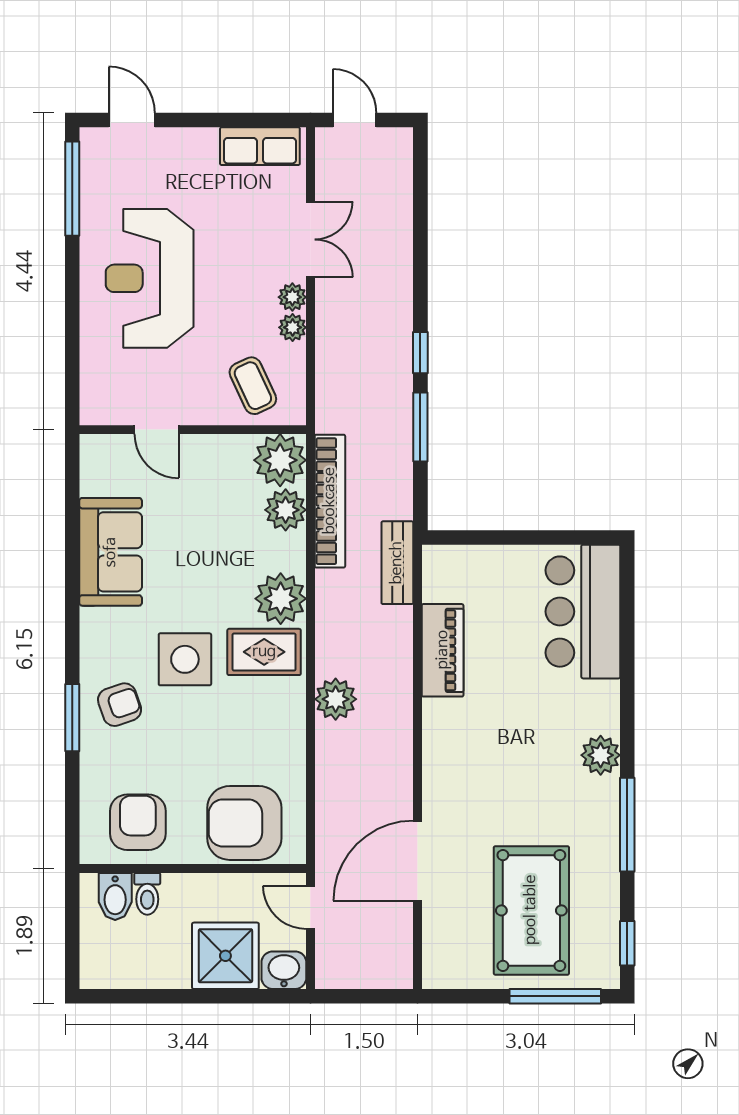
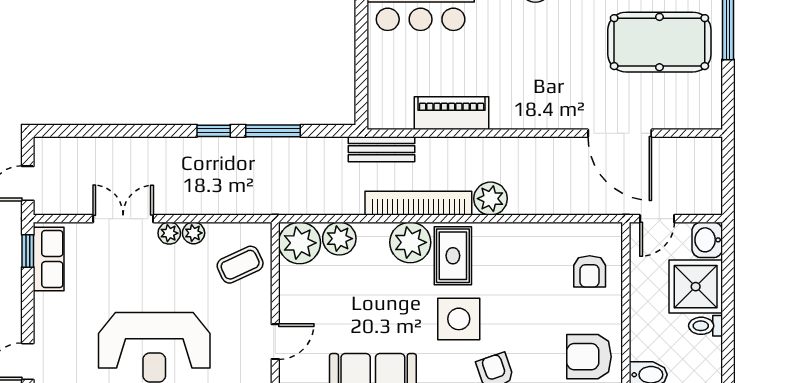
window: (270, 120) -> (28, 251), added
bookcase: (330, 501) -> (418, 203), moved
armchair: (244, 823) -> (590, 271), width x0.53, depth x0.53
toilet: (147, 894) -> (705, 326), moved, turned 180

